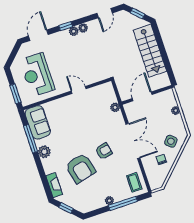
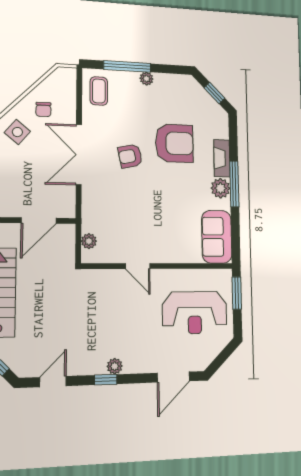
window: (66, 26) -> (106, 380), moved
plant: (83, 28) -> (97, 367), removed
reception desk: (37, 75) -> (195, 313), turned 90
plant: (115, 107) -> (89, 241), moved
window: (30, 139) -> (234, 184), moved
armchair: (80, 168) -> (174, 143), turned 104
fireplace: (54, 185) -> (222, 158), moved

